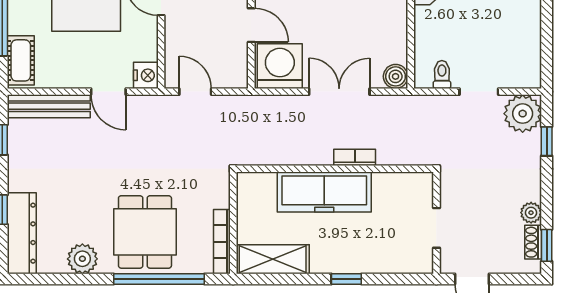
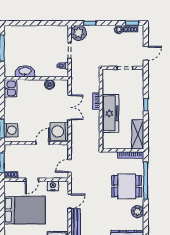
nightstand: (146, 75) -> (53, 186), moved
boiler: (396, 76) -> (49, 85), moved
double door: (339, 92) -> (70, 107), swing flipped

